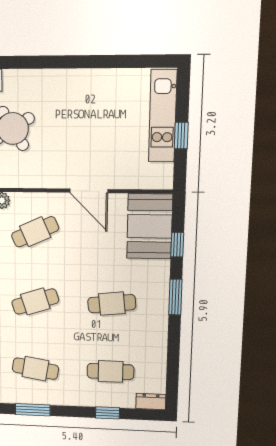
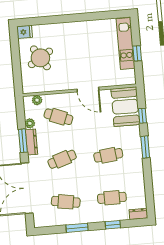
cafe table: (35, 232) -> (58, 117), turned 45
window: (33, 410) -> (77, 228), moved

